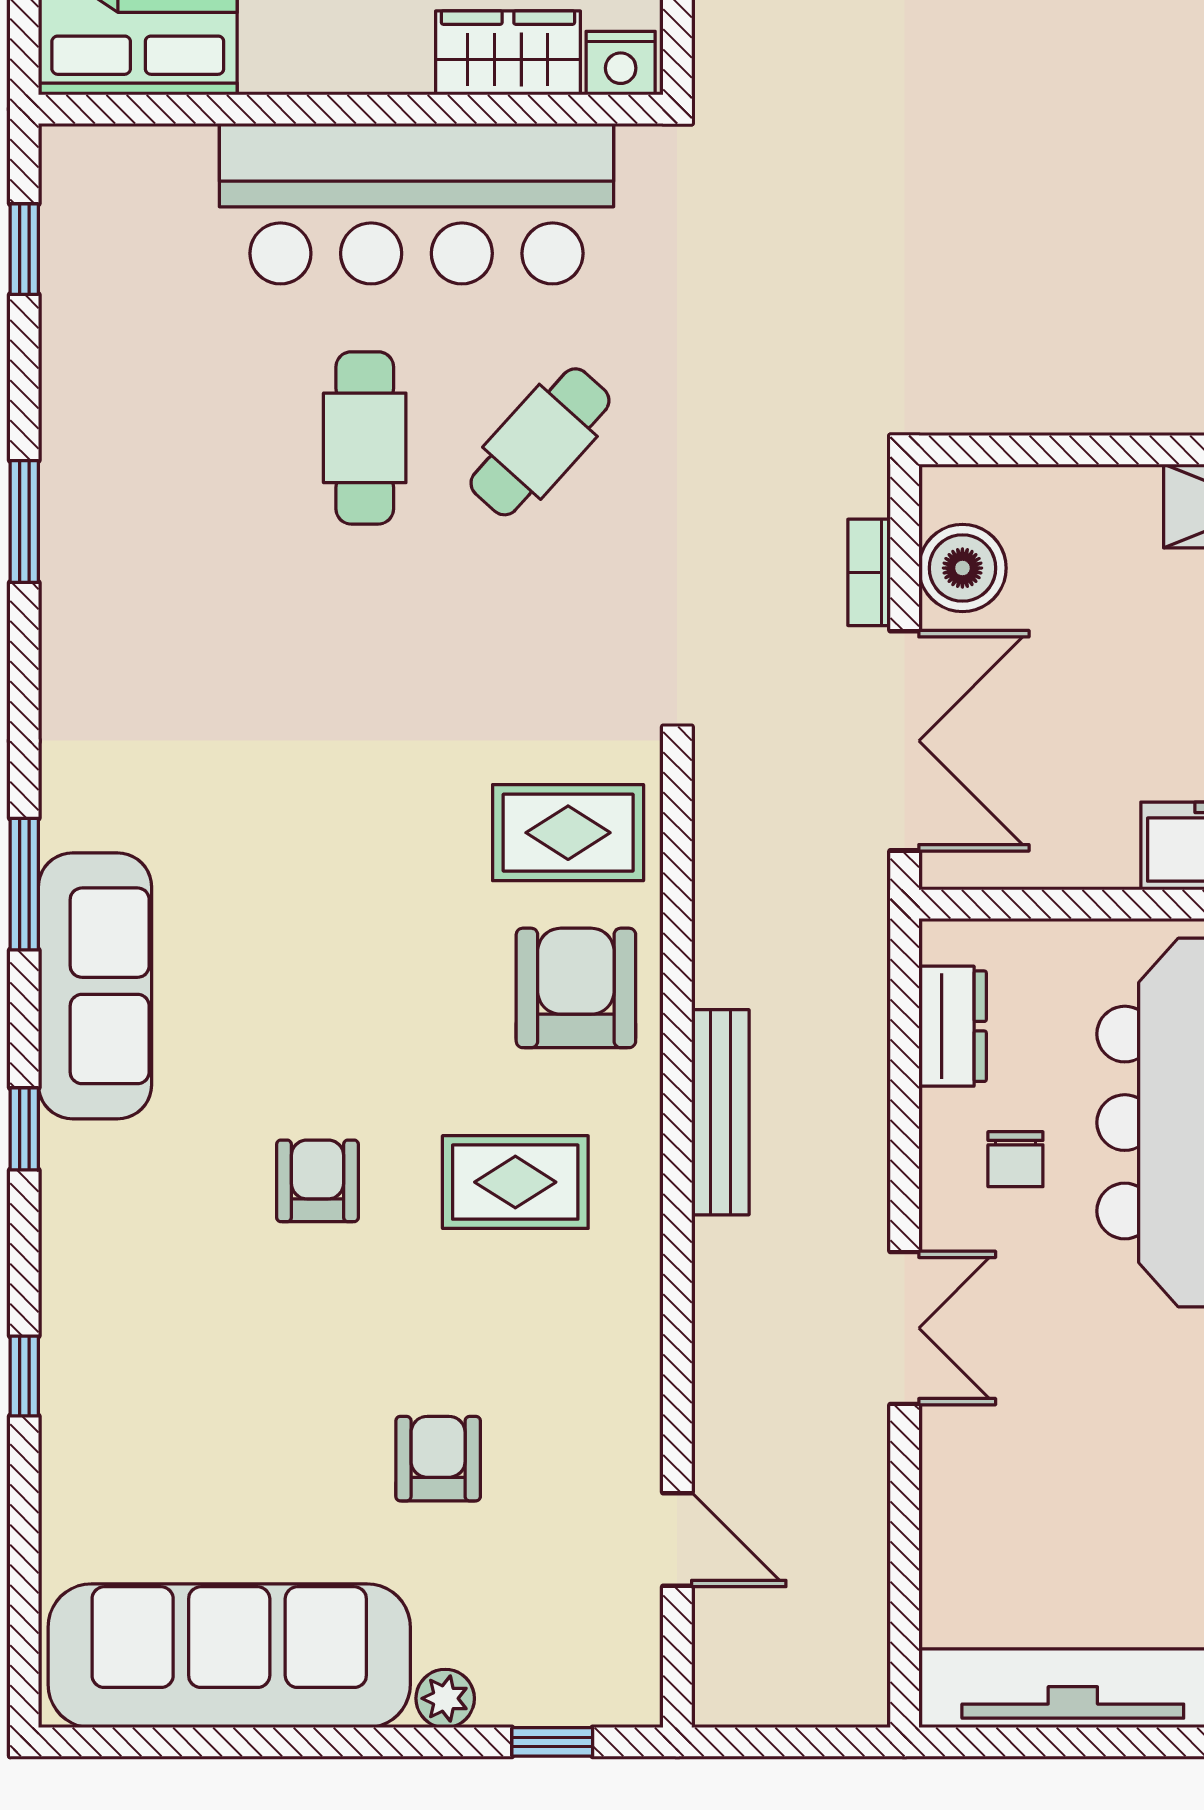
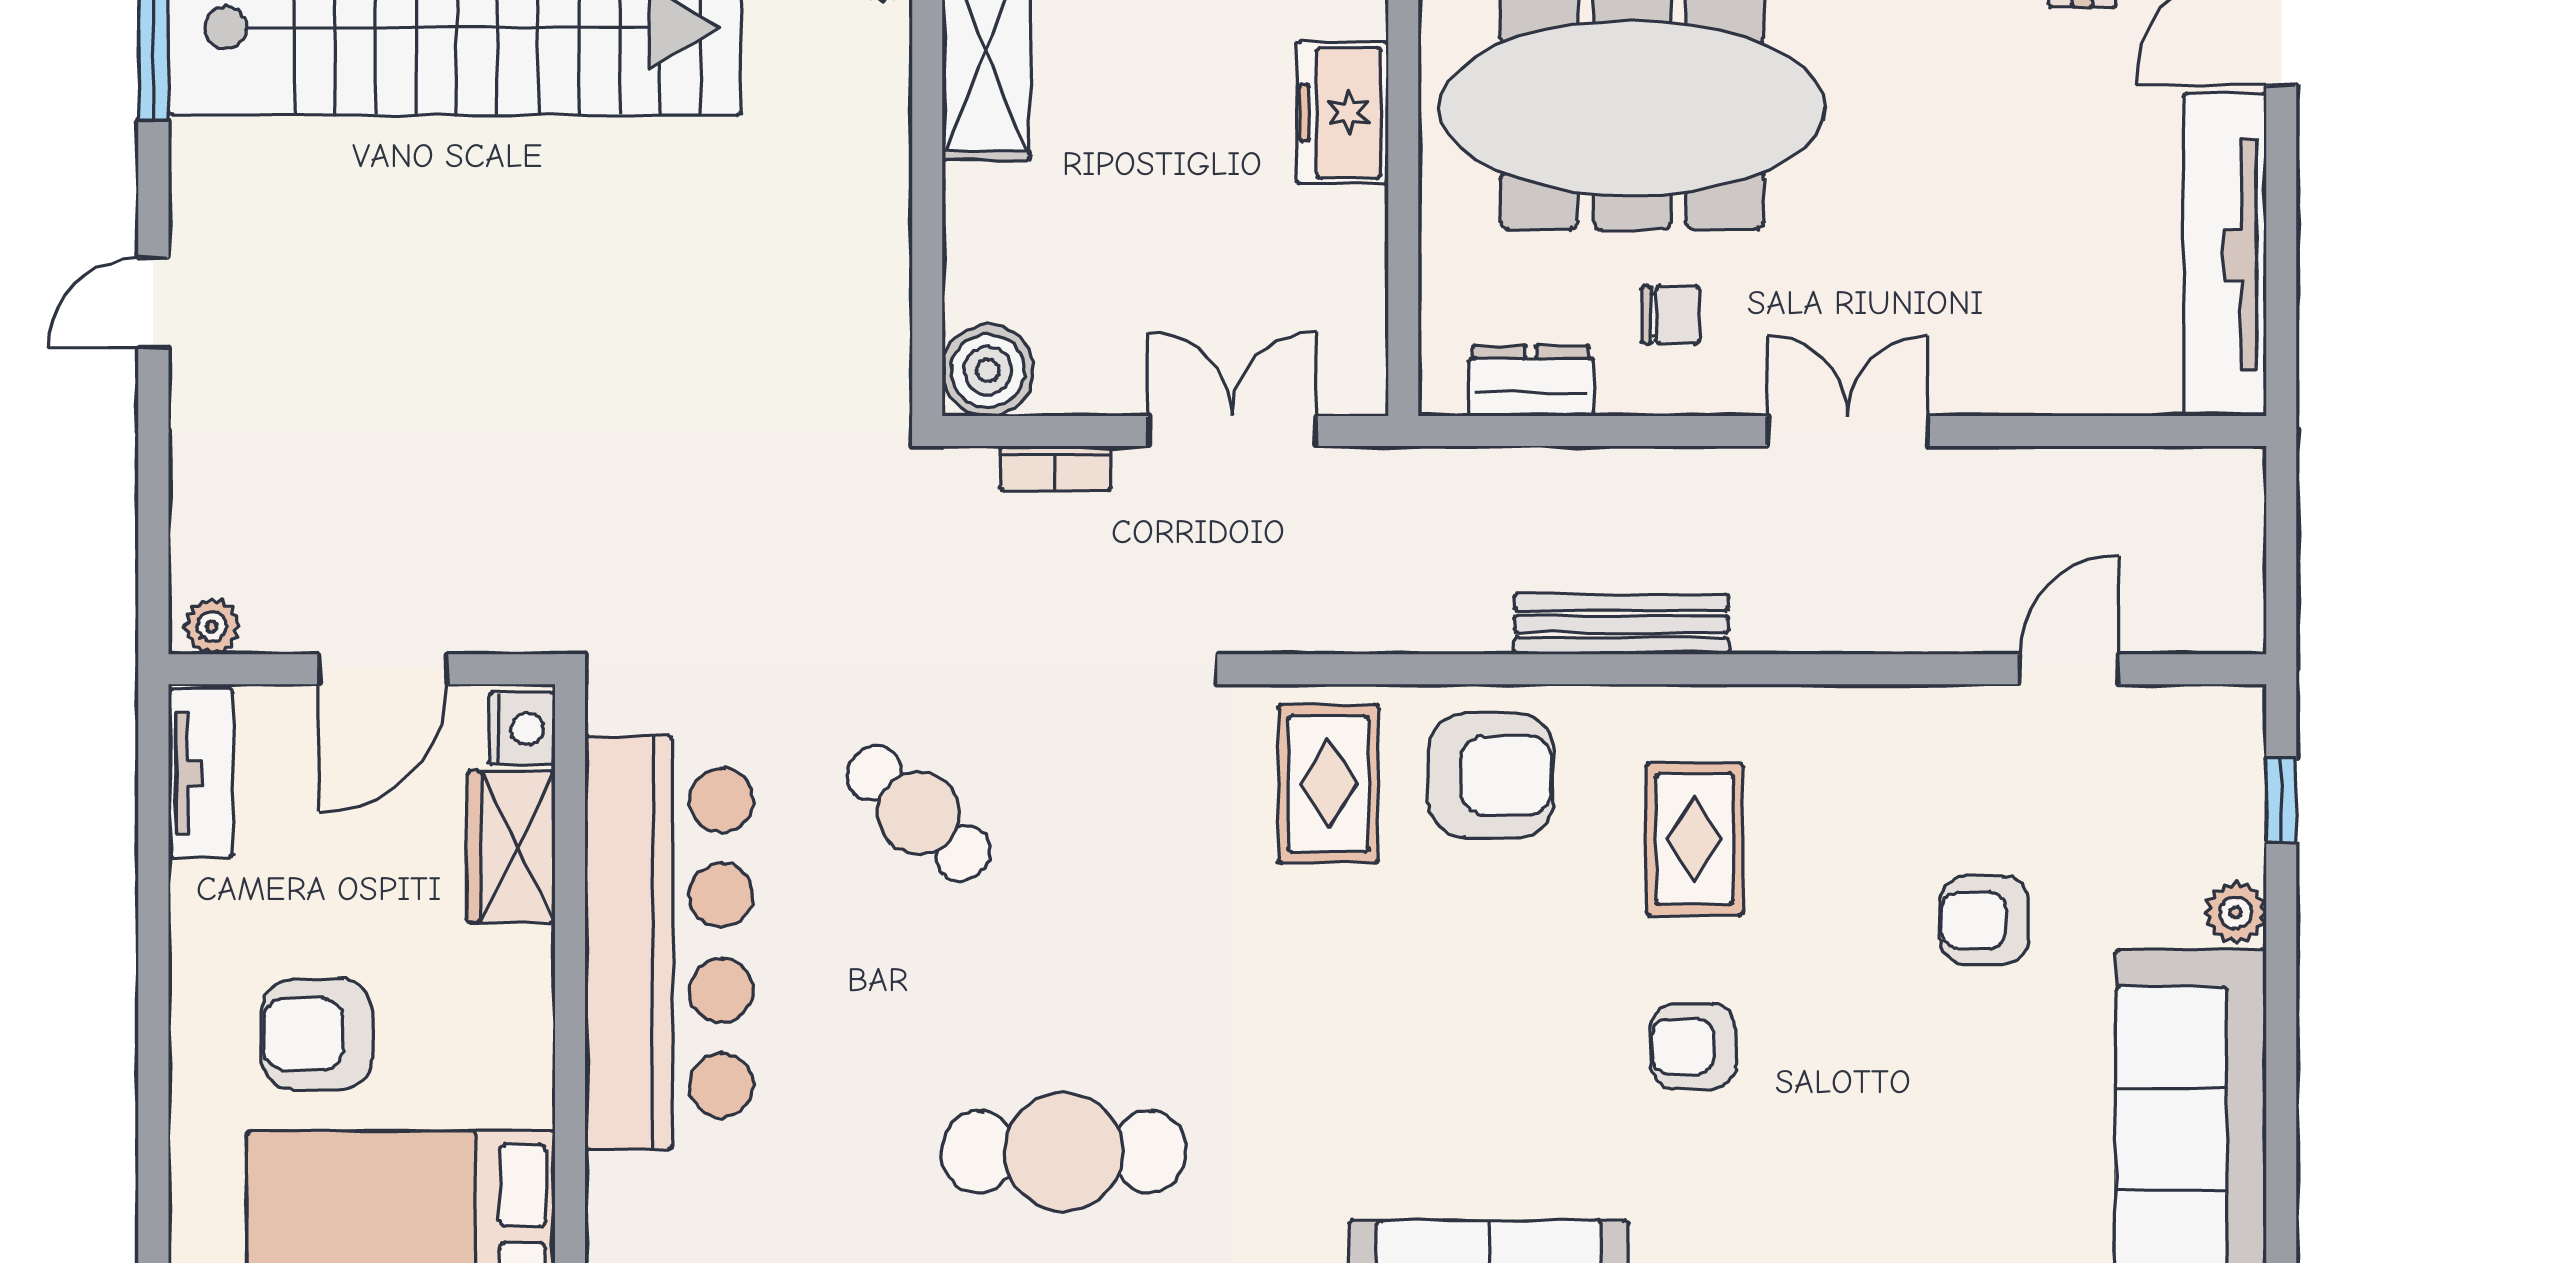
cafe table: (365, 438) -> (1064, 1152), moved, width x1.37, depth x1.35
boiler: (962, 568) -> (988, 370), moved
double door: (905, 741) -> (1232, 431), width x0.73
armchair: (576, 988) -> (1491, 776), turned 180

